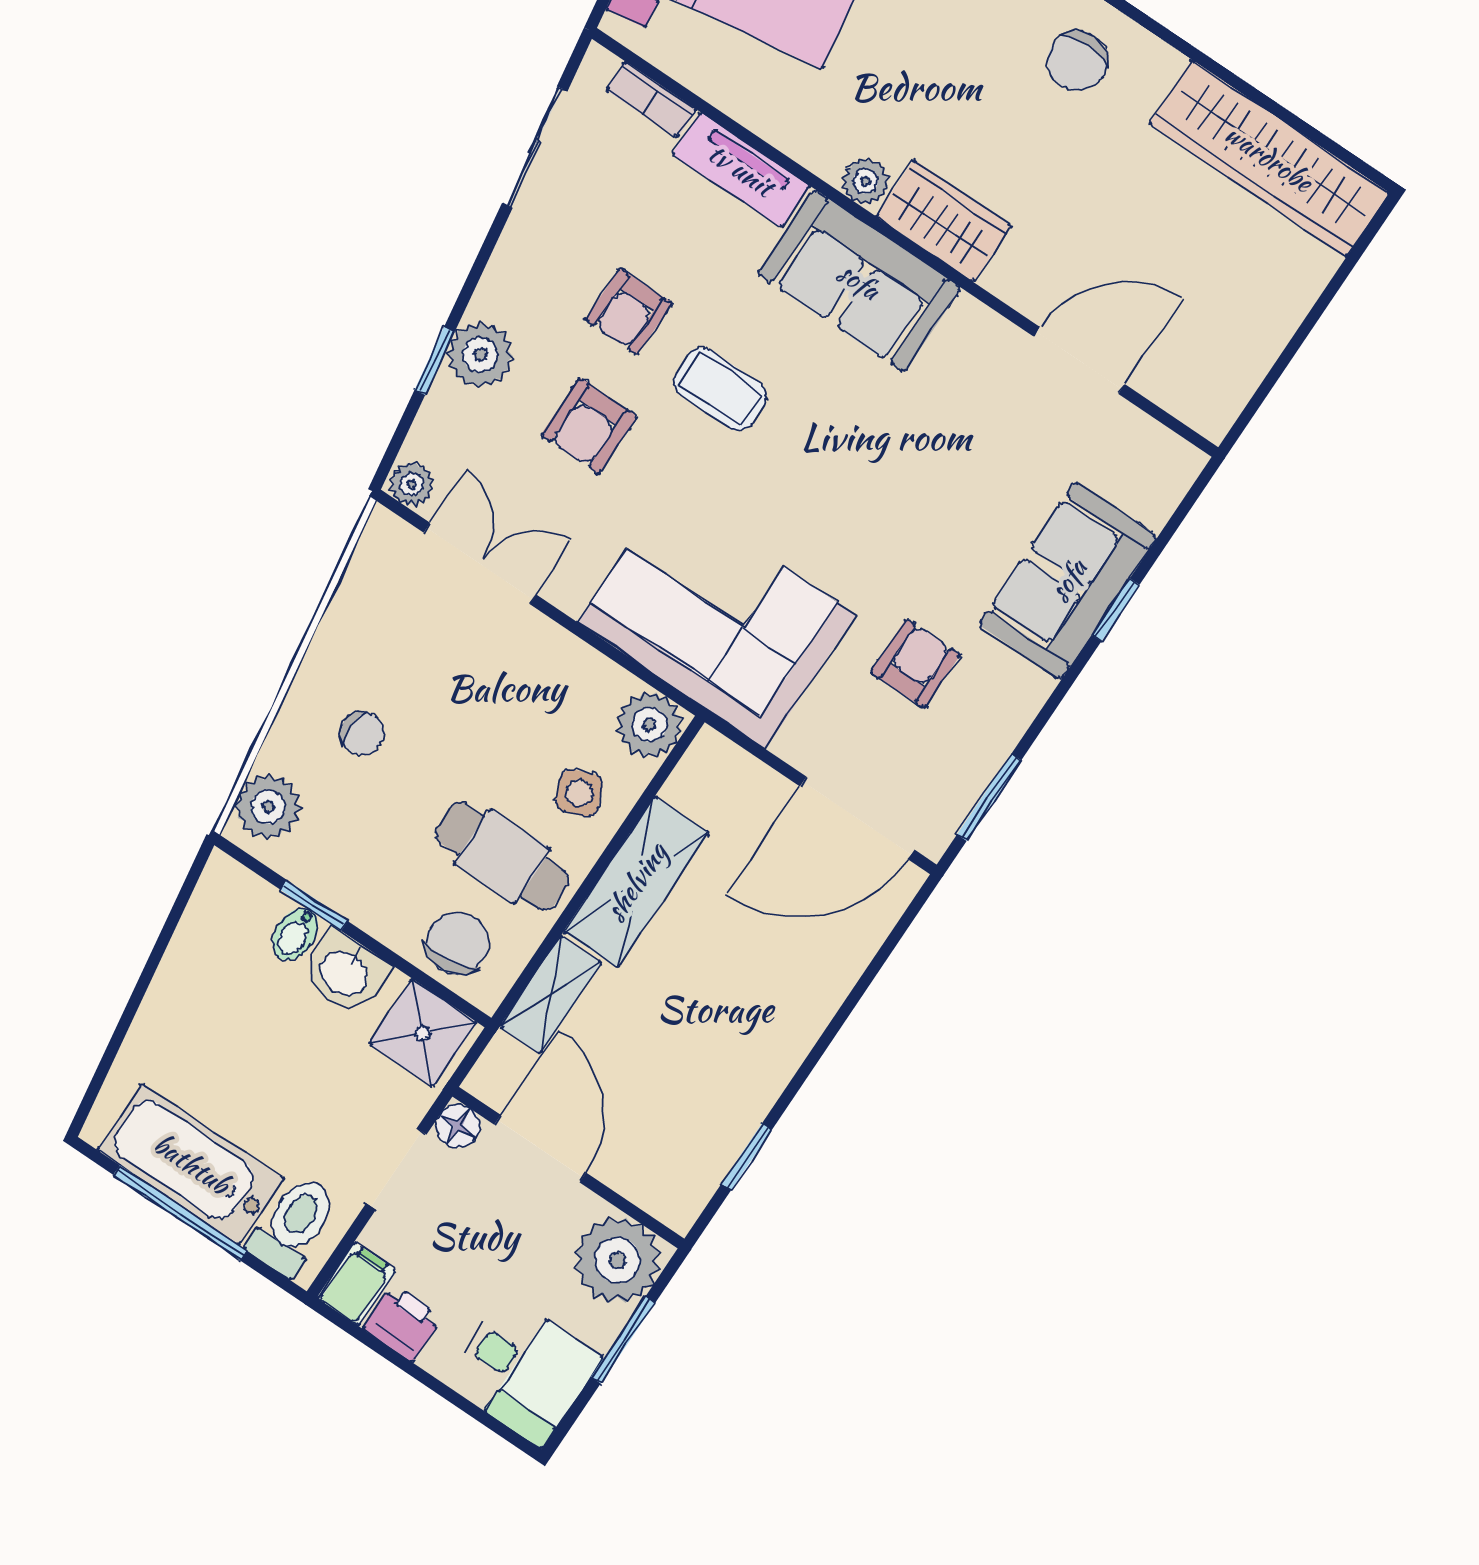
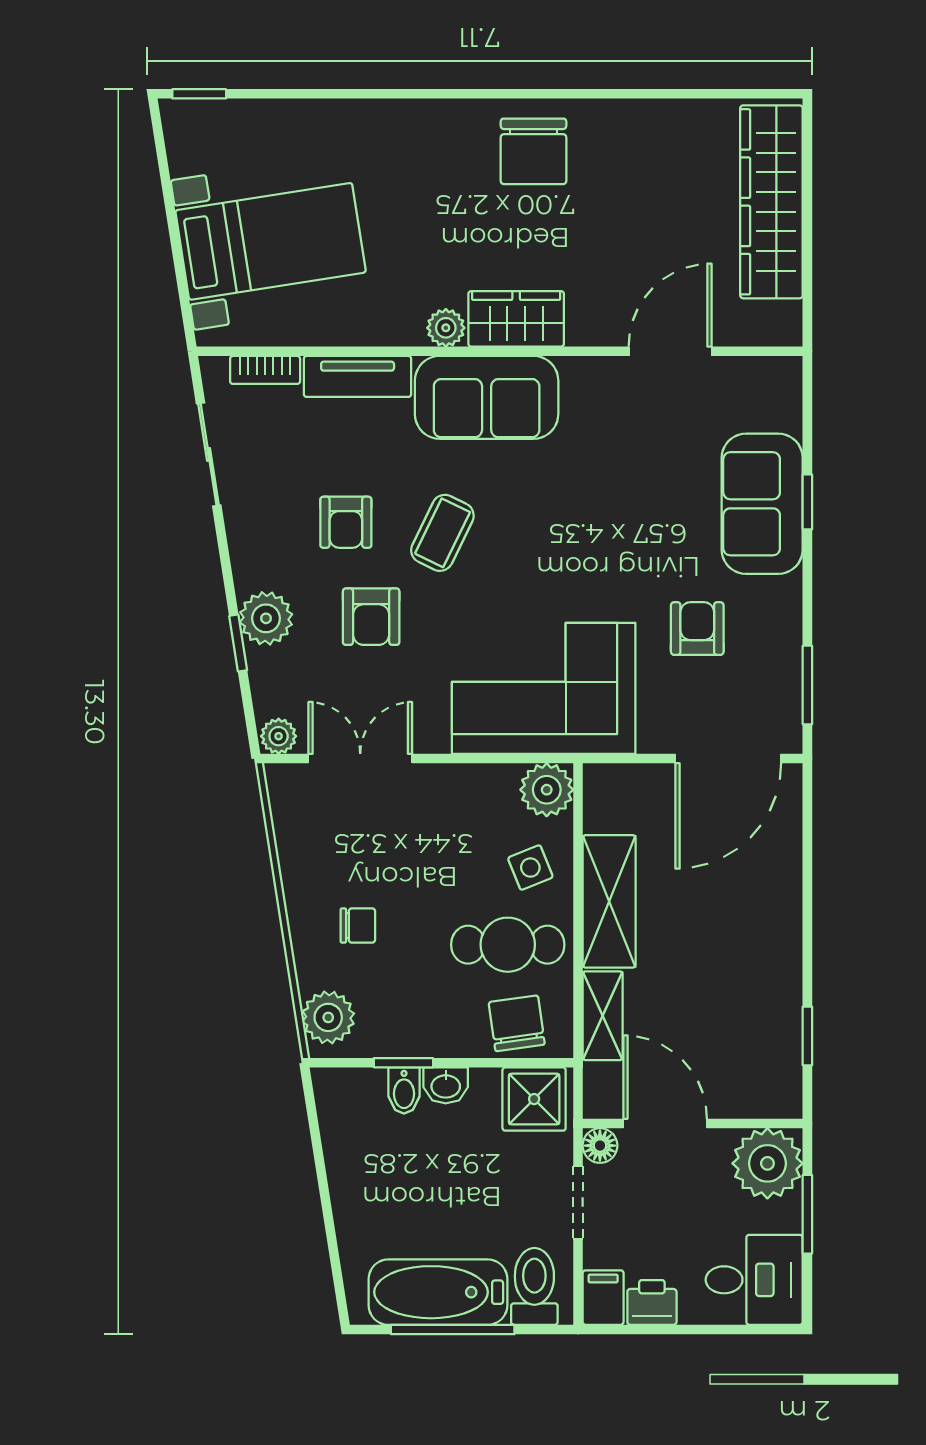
chair: (1077, 61) -> (534, 151), width x1.37, depth x1.37
wardrobe: (1269, 158) -> (771, 202), moved, turned 90
coffee table: (720, 389) -> (442, 533), turned -64
washbasin: (345, 972) -> (446, 1085), width x0.72, depth x0.69

